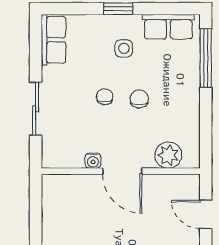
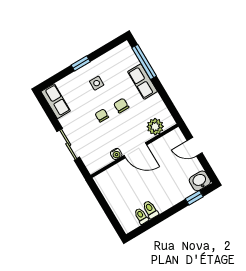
row of seats: (168, 27) -> (143, 82), moved, turned 90

